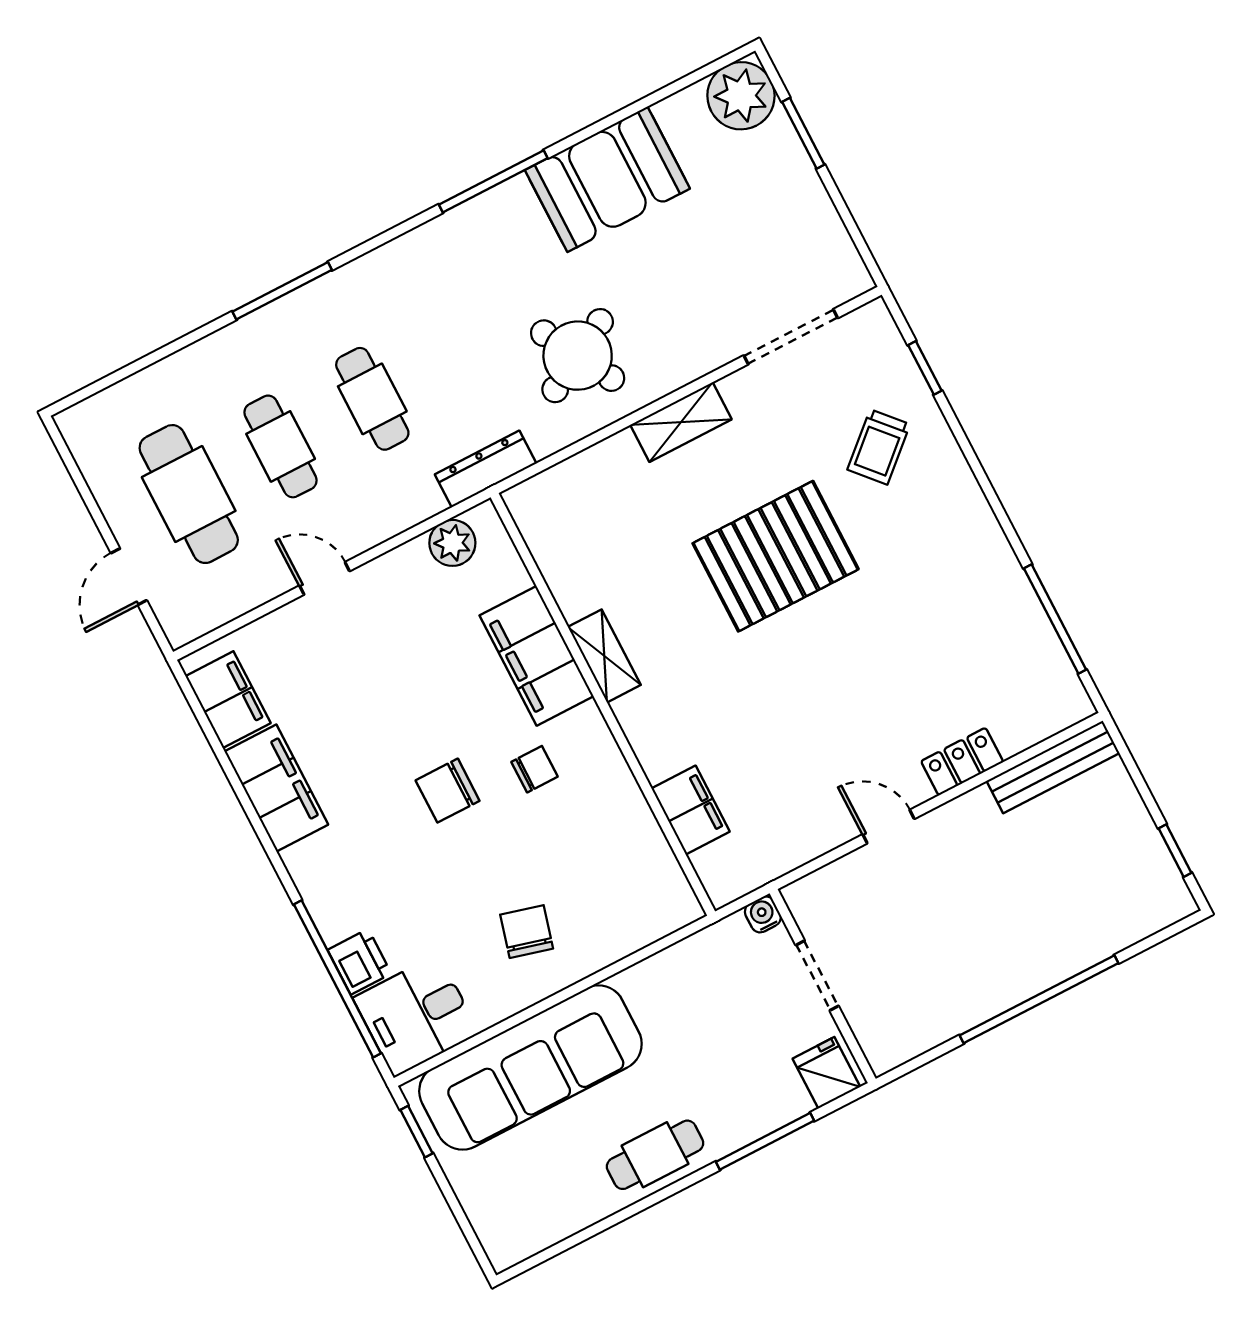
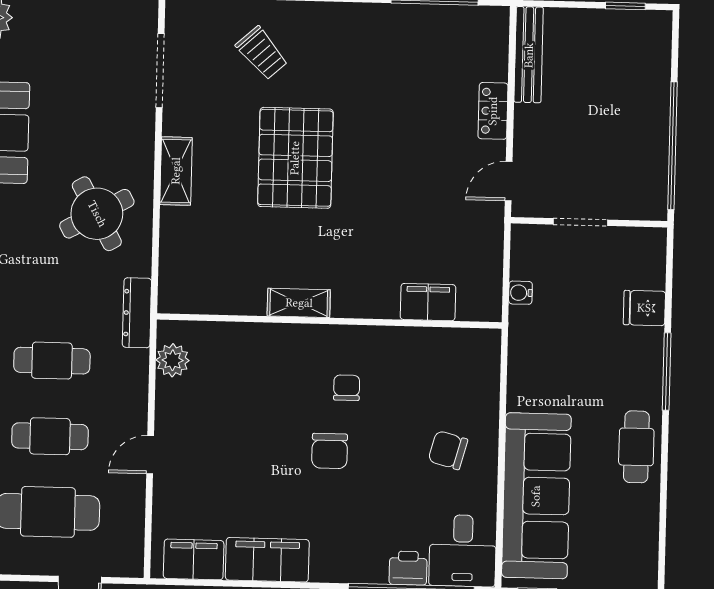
filing cabinet: (537, 656) -> (275, 346), removed
doorway: (817, 976) -> (580, 222), moved
wall: (823, 986) -> (589, 222), moved

